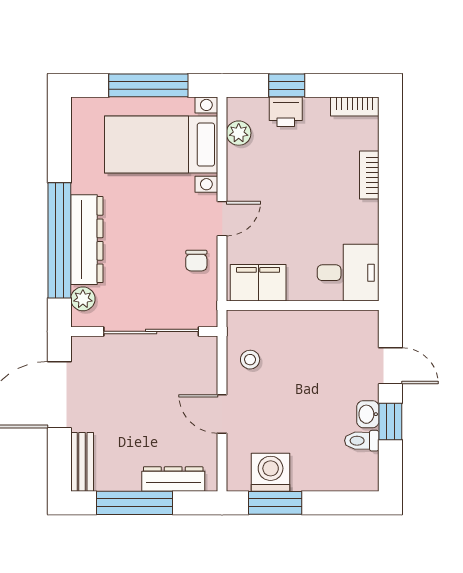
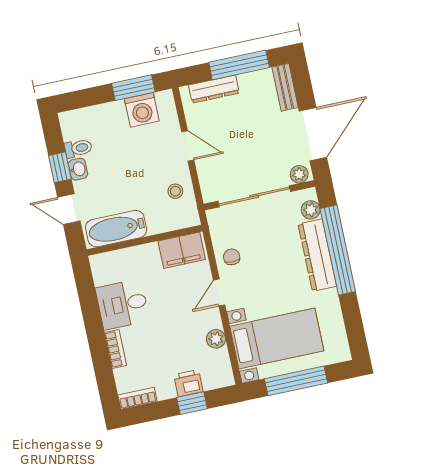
plant: (239, 133) -> (216, 339), moved
desk: (348, 273) -> (122, 304), moved
bathtub: (336, 328) -> (116, 229), added
plant: (88, 347) -> (299, 174), added

